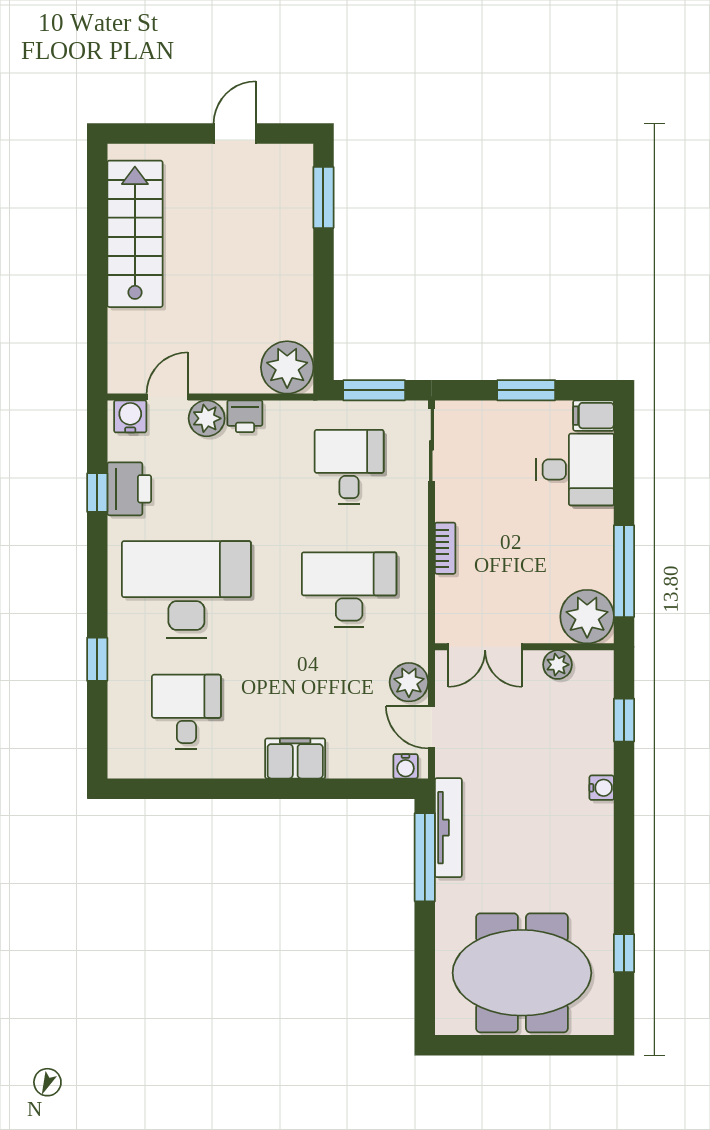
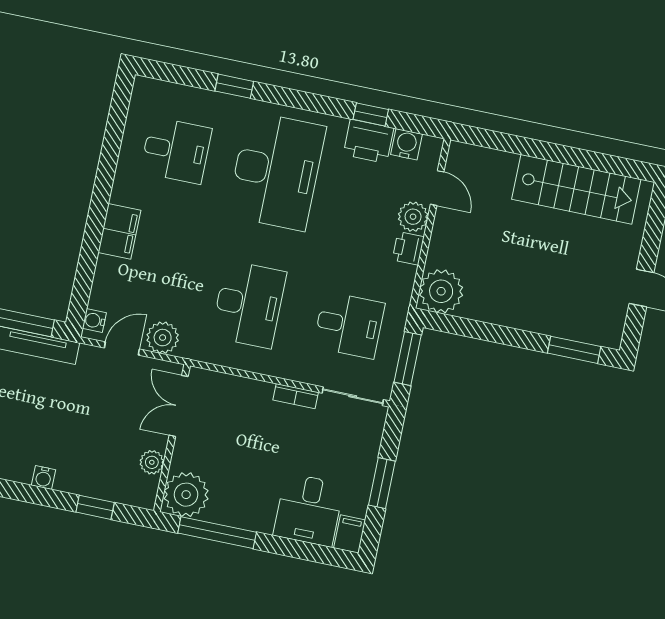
water cooler: (130, 416) -> (406, 144), moved, turned -90
bookcase: (445, 548) -> (296, 396), moved

